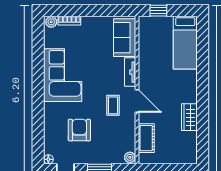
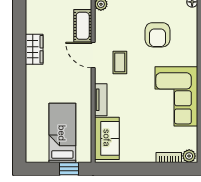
bed: (185, 43) -> (62, 133), moved
door: (137, 101) -> (93, 55), moved

